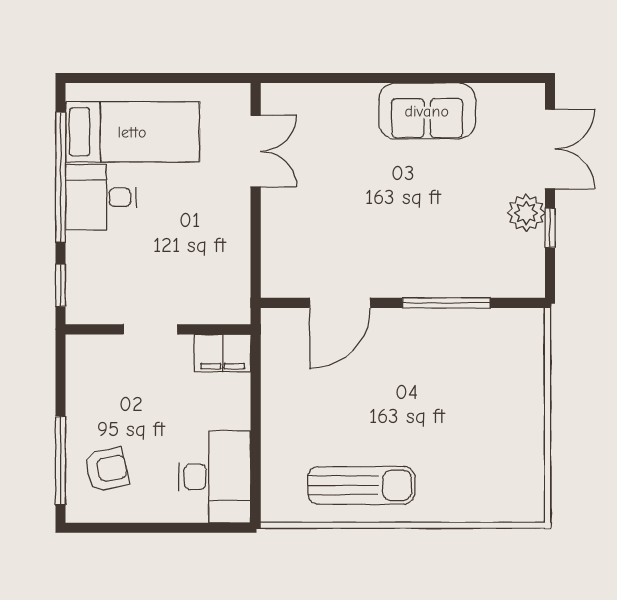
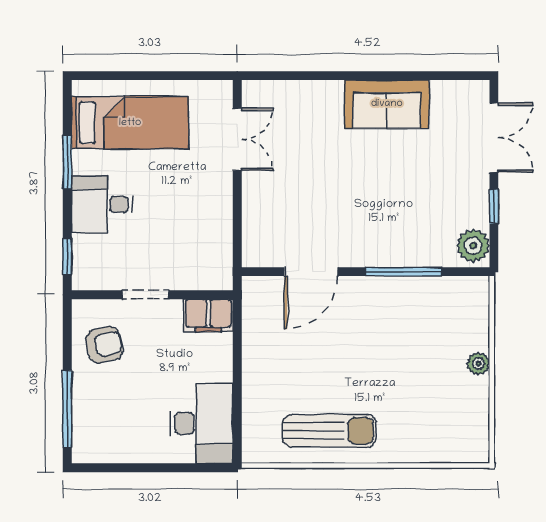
window: (61, 177) -> (67, 162), width x0.47
desk: (101, 197) -> (102, 204), moved
plant: (526, 213) -> (473, 246), moved
plant: (532, 408) -> (478, 364), added
armchair: (106, 469) -> (104, 345), moved

